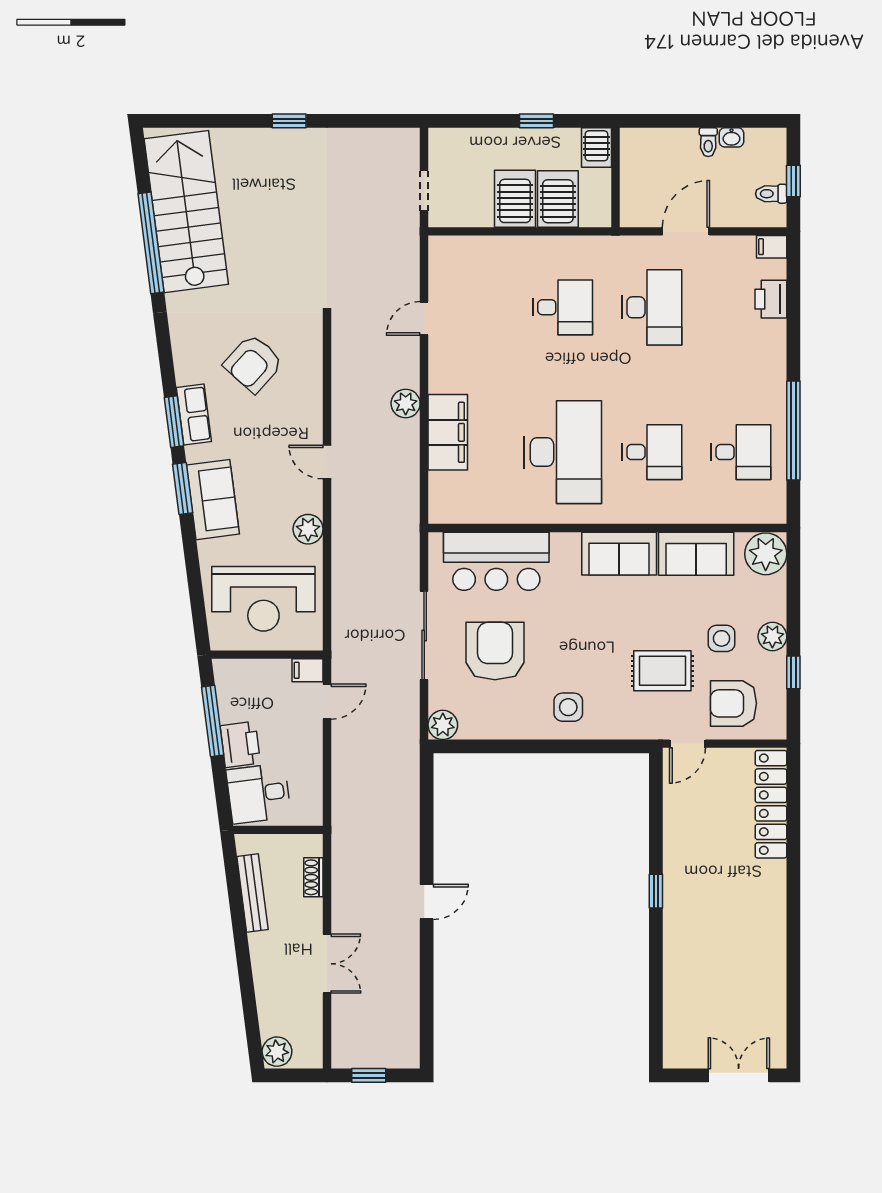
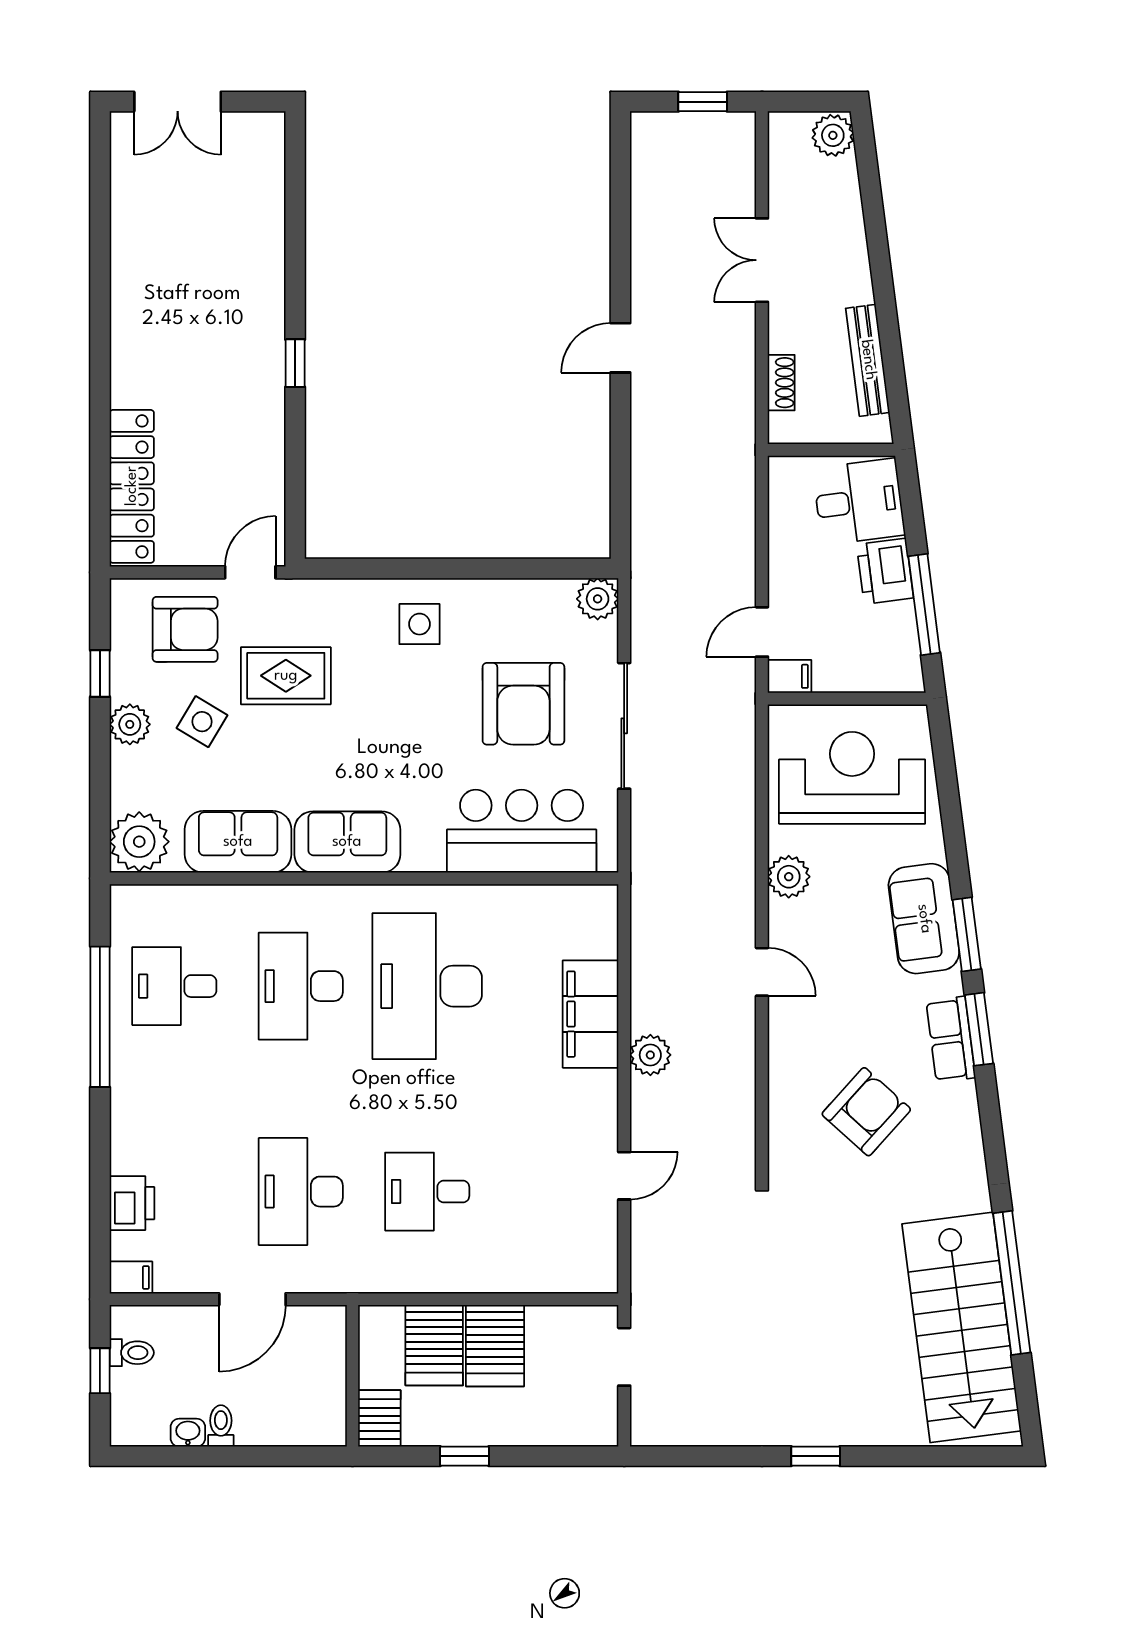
desk: (652, 452) -> (301, 986), width x1.37
side table: (722, 638) -> (202, 722), turned 31

